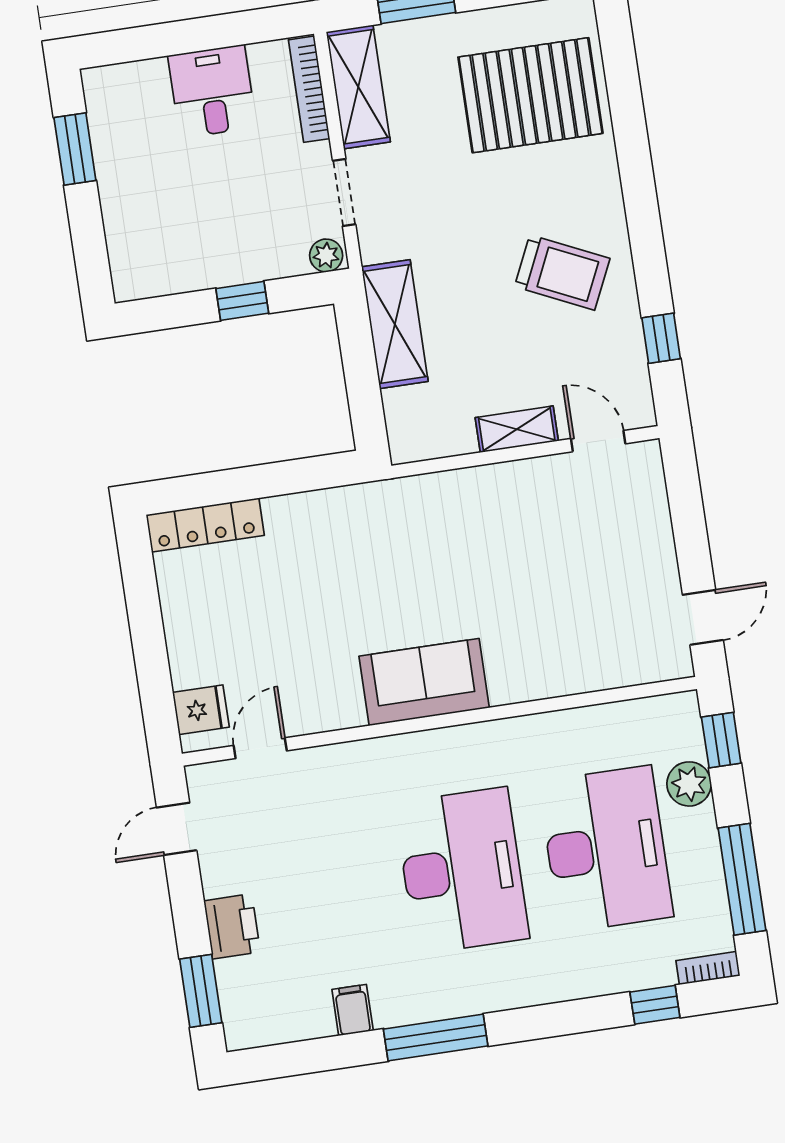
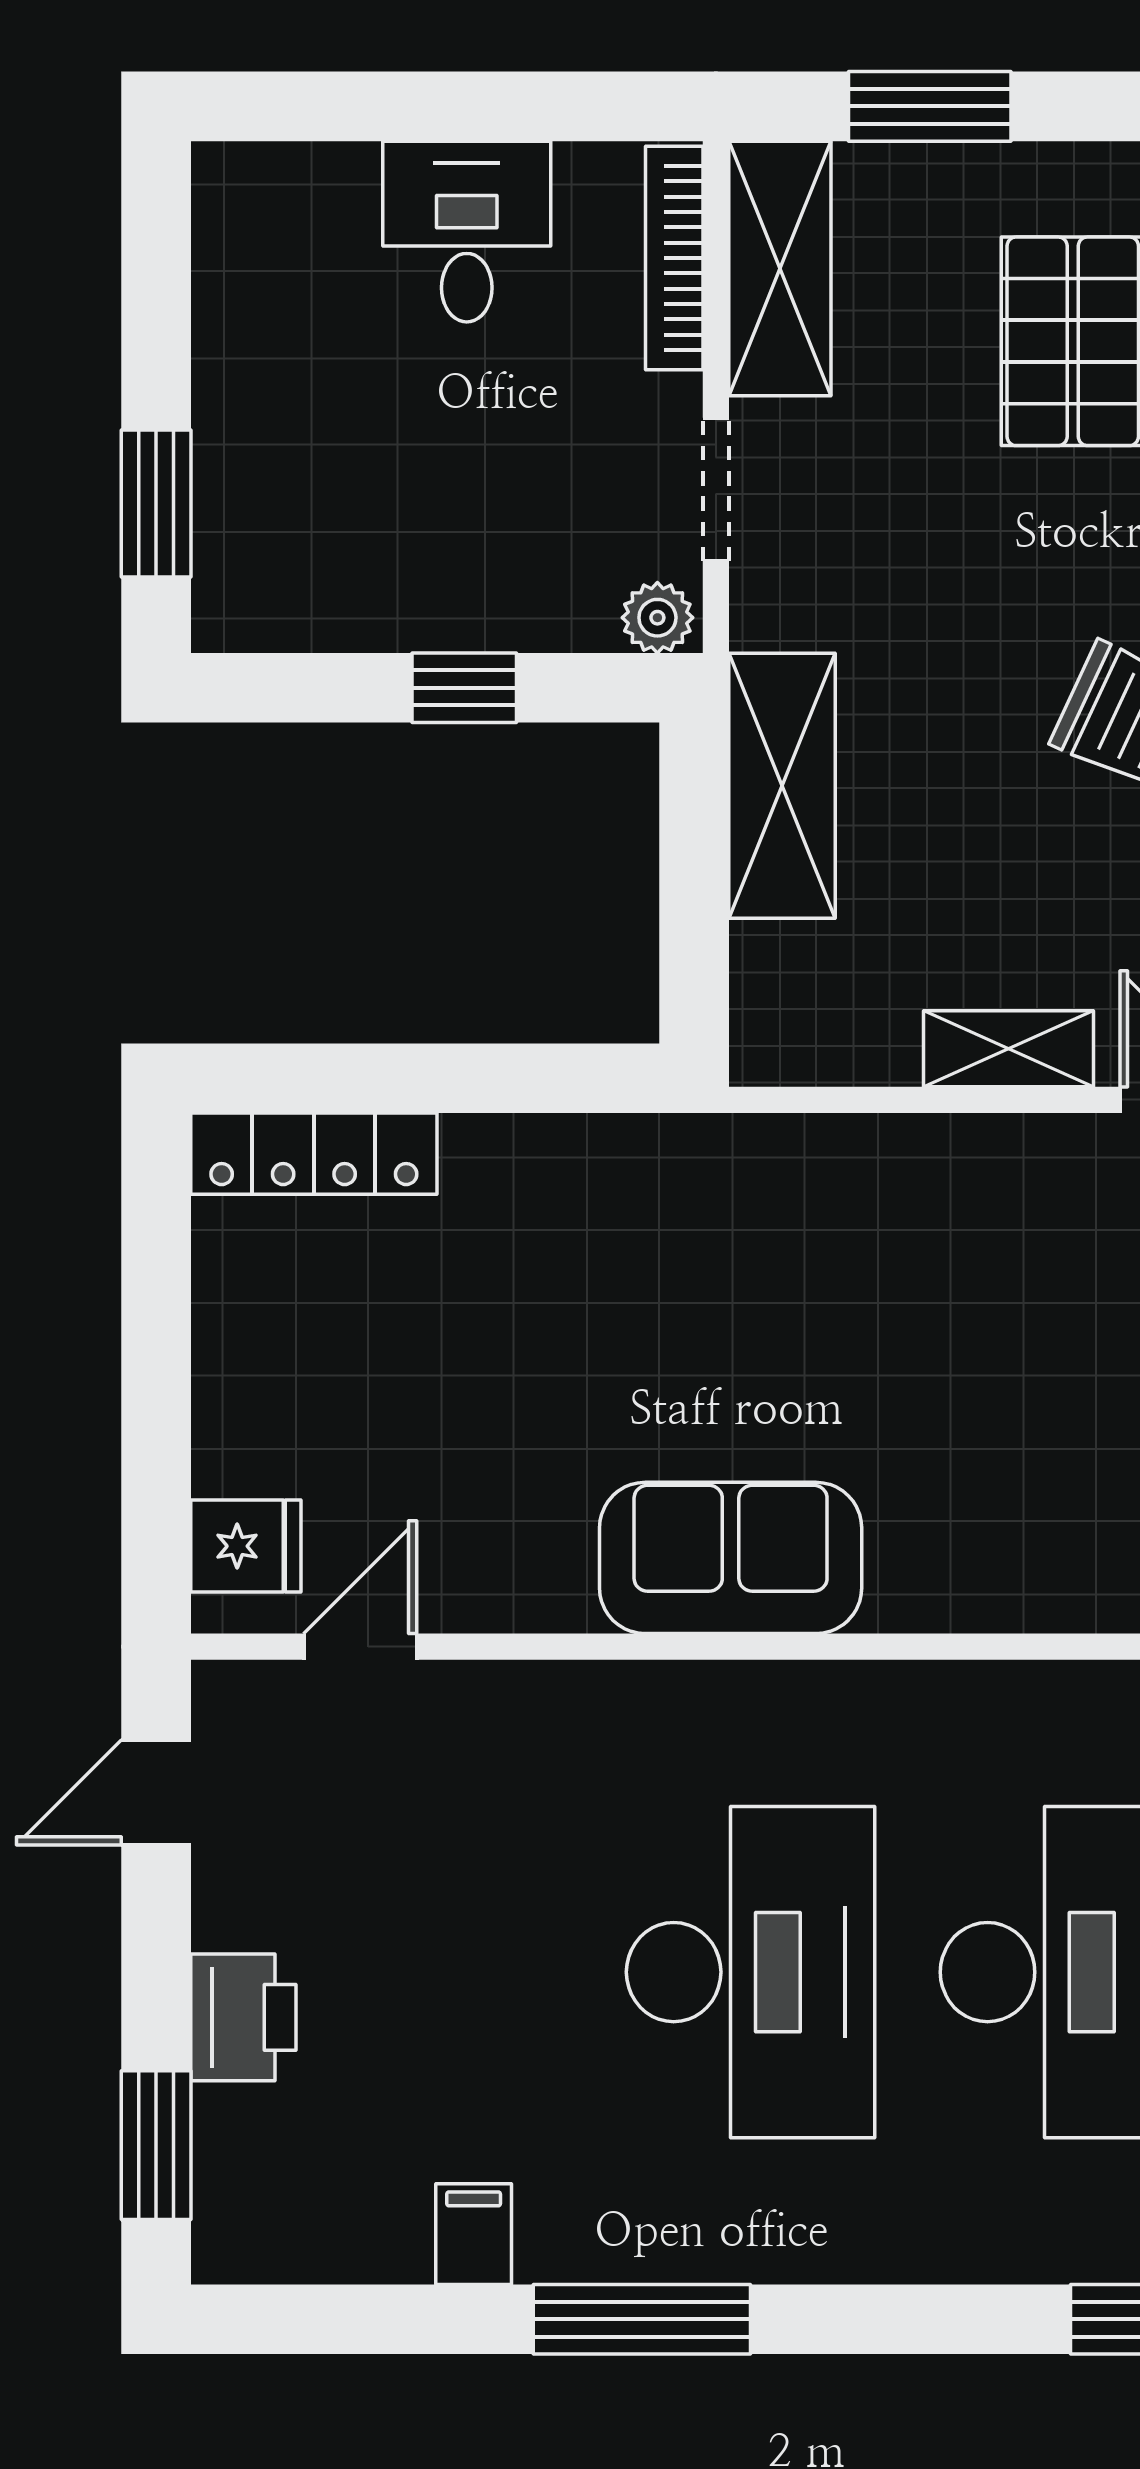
window: (75, 149) -> (156, 503), moved

